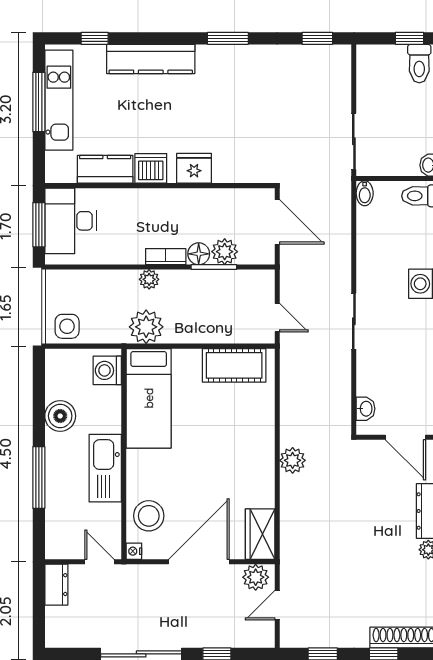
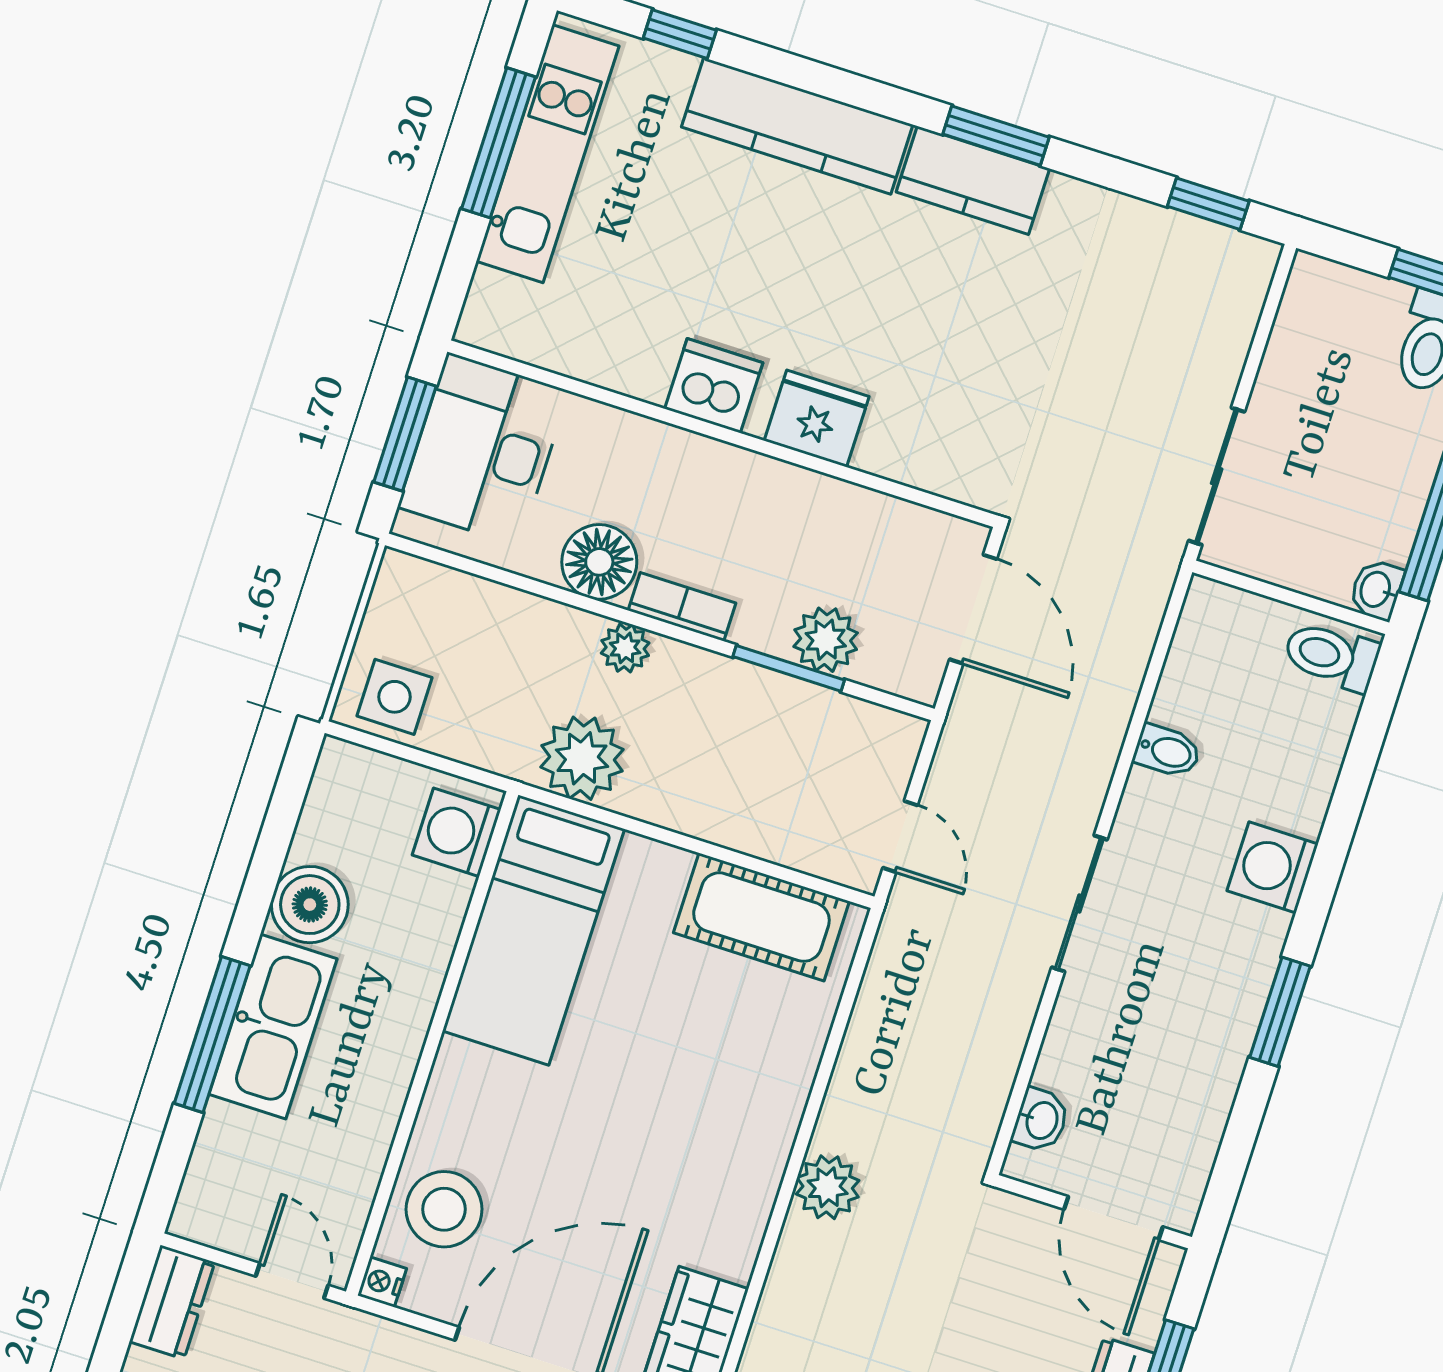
kitchen counter: (105, 169) -> (973, 180), moved, turned 180
bidet: (365, 193) -> (1167, 751), moved, turned -90
floor lamp: (199, 254) -> (599, 562), moved, width x1.38, depth x1.38
kitchen sink: (105, 468) -> (273, 1026), moved, turned 180

